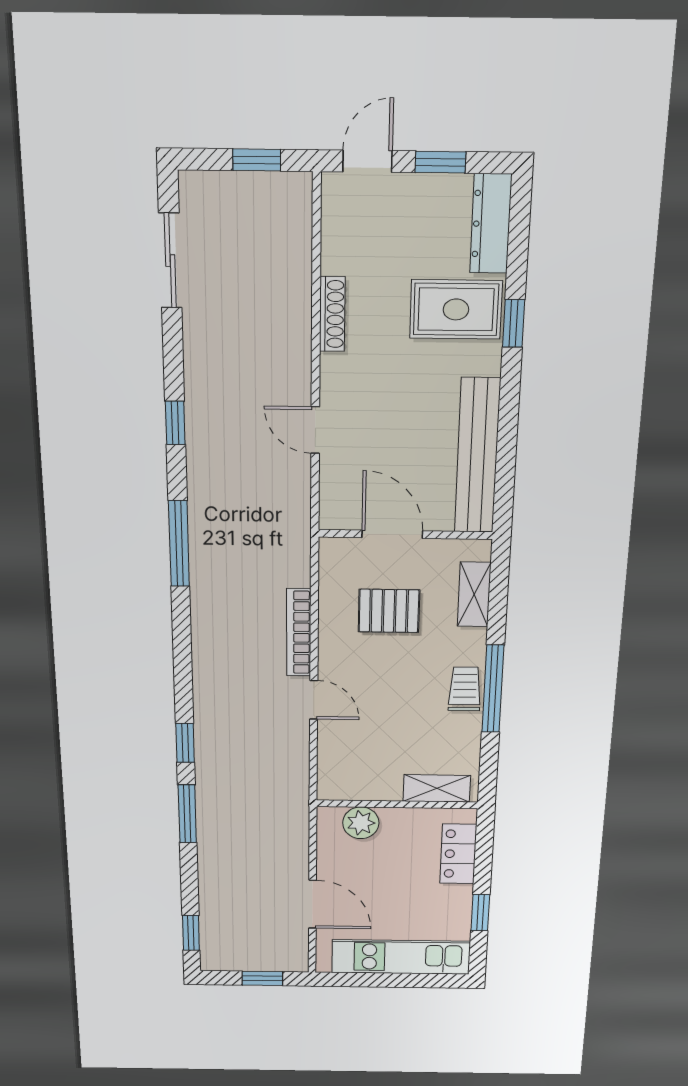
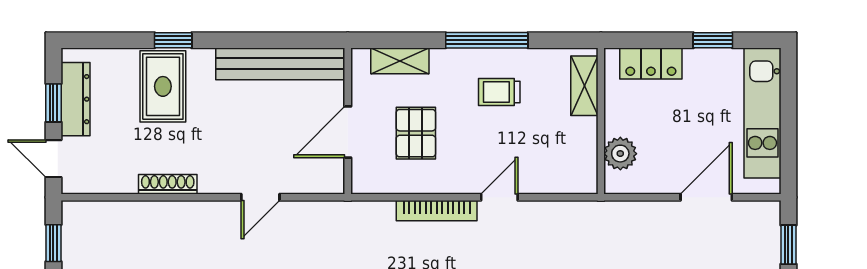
dresser: (491, 224) -> (75, 99), moved, turned -90
trolley: (465, 689) -> (499, 92), moved

